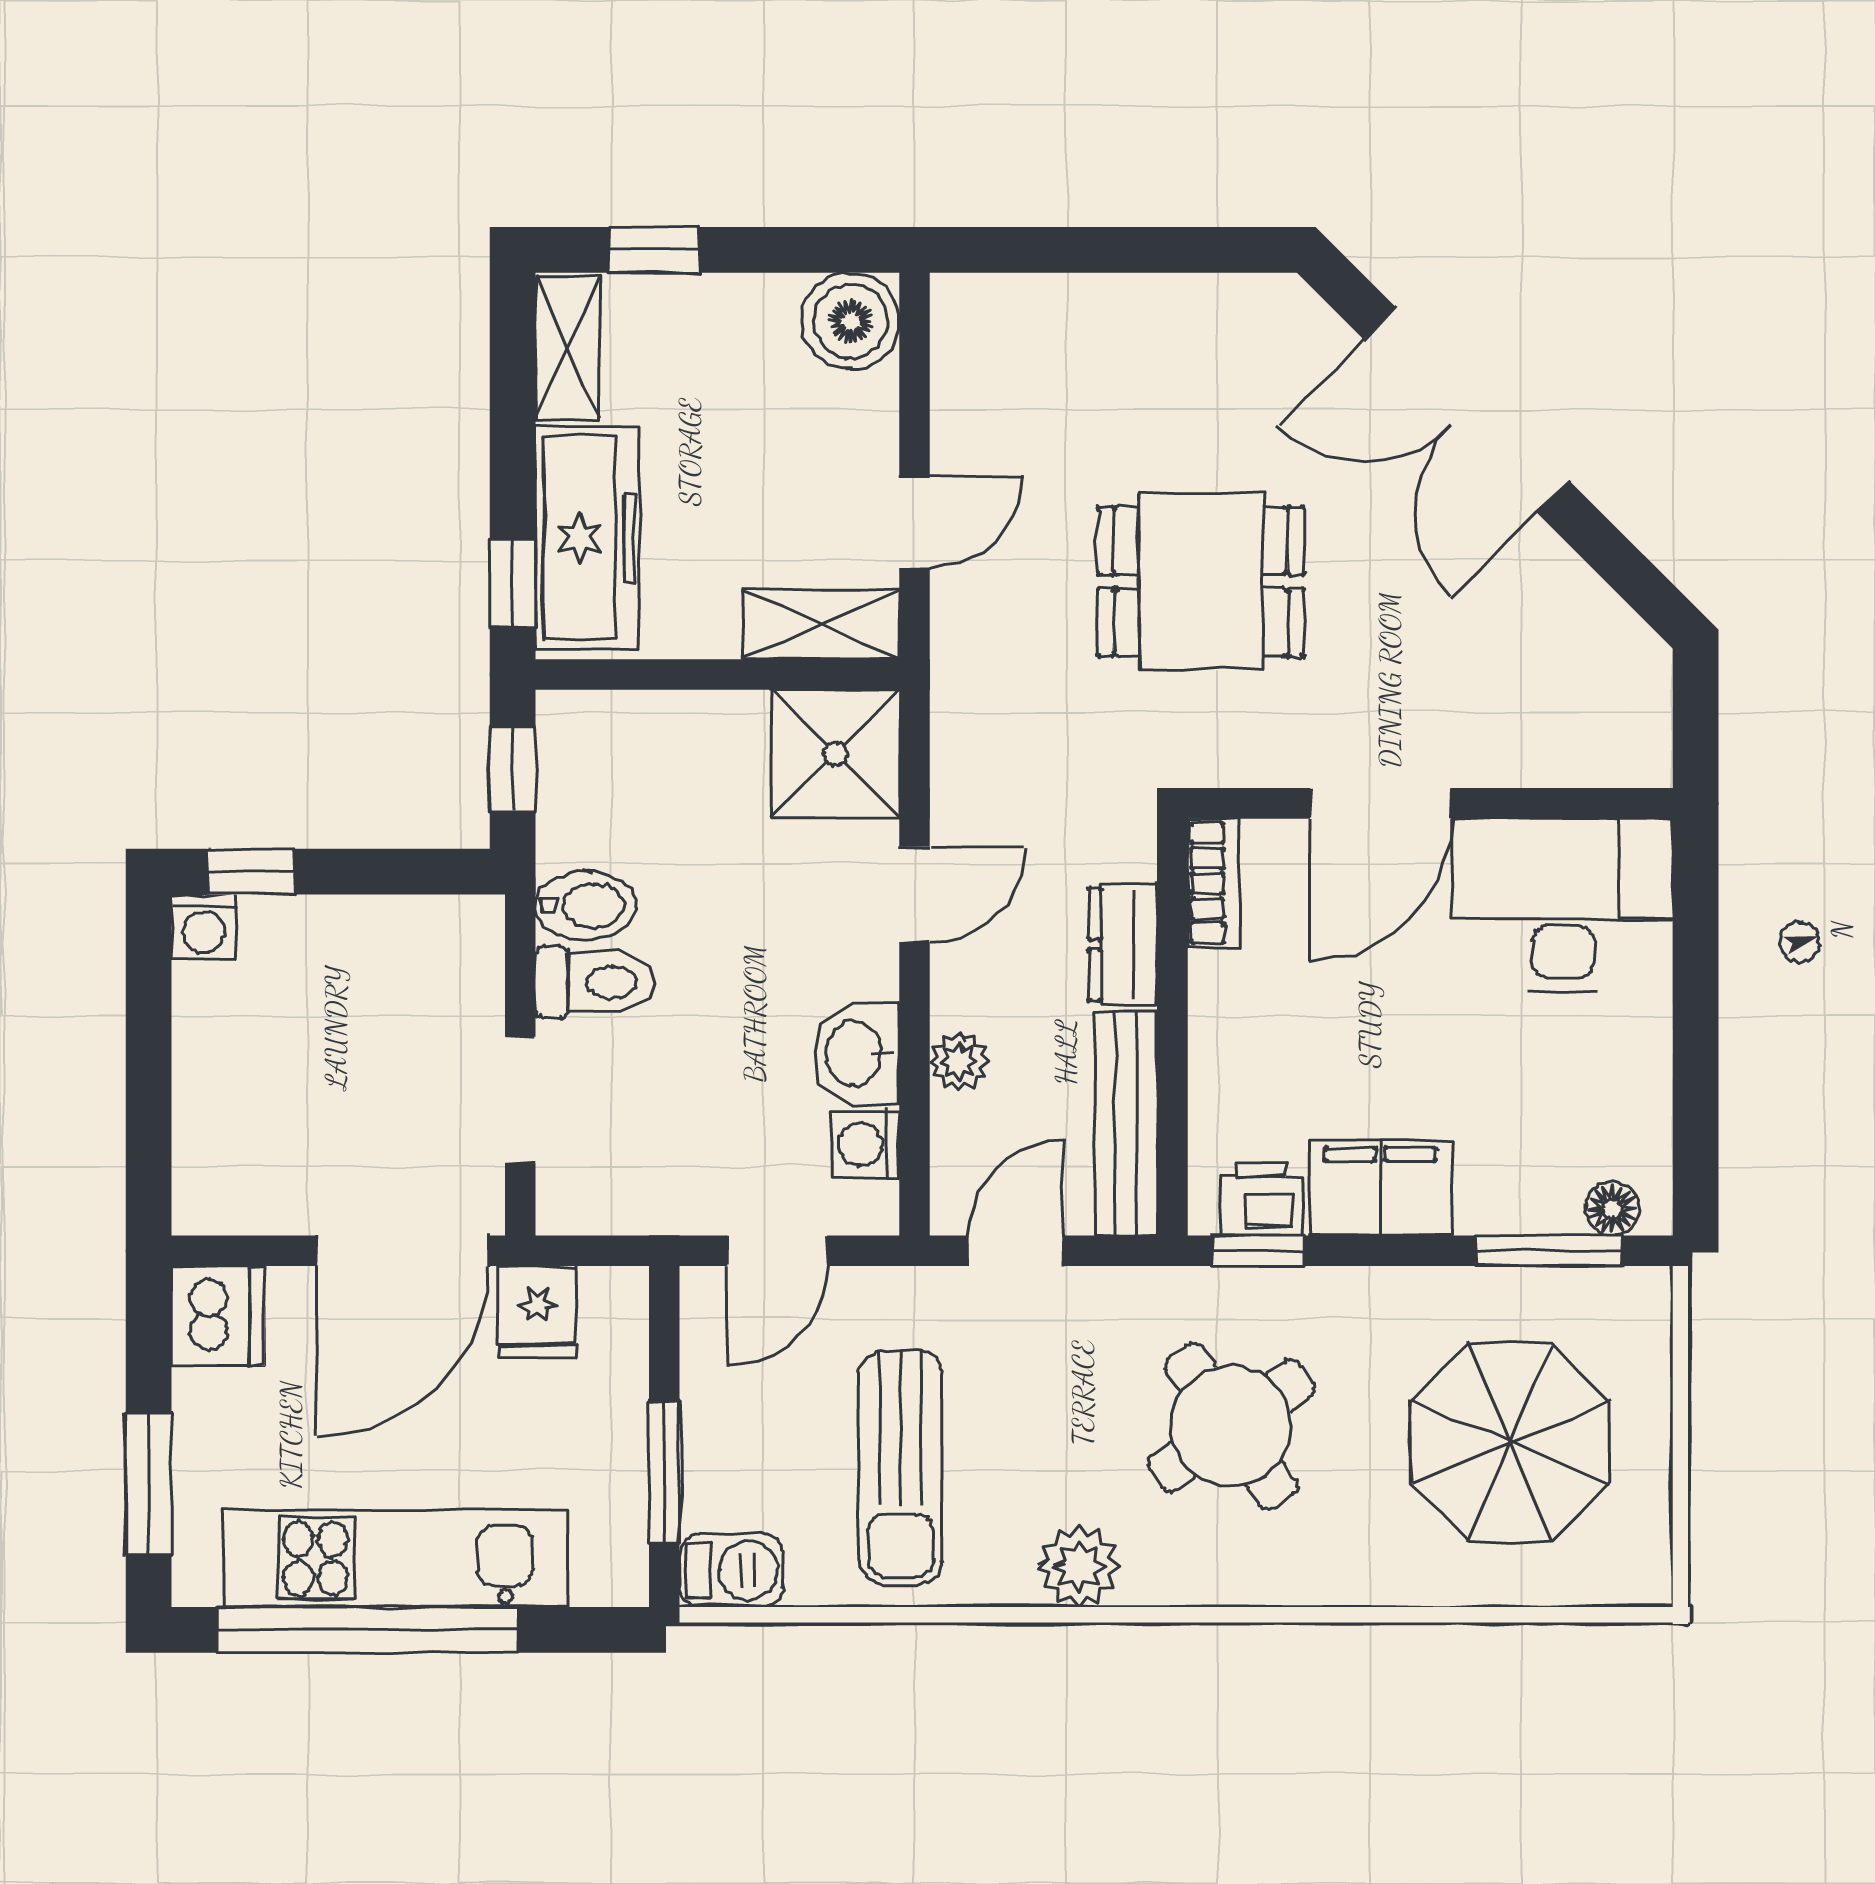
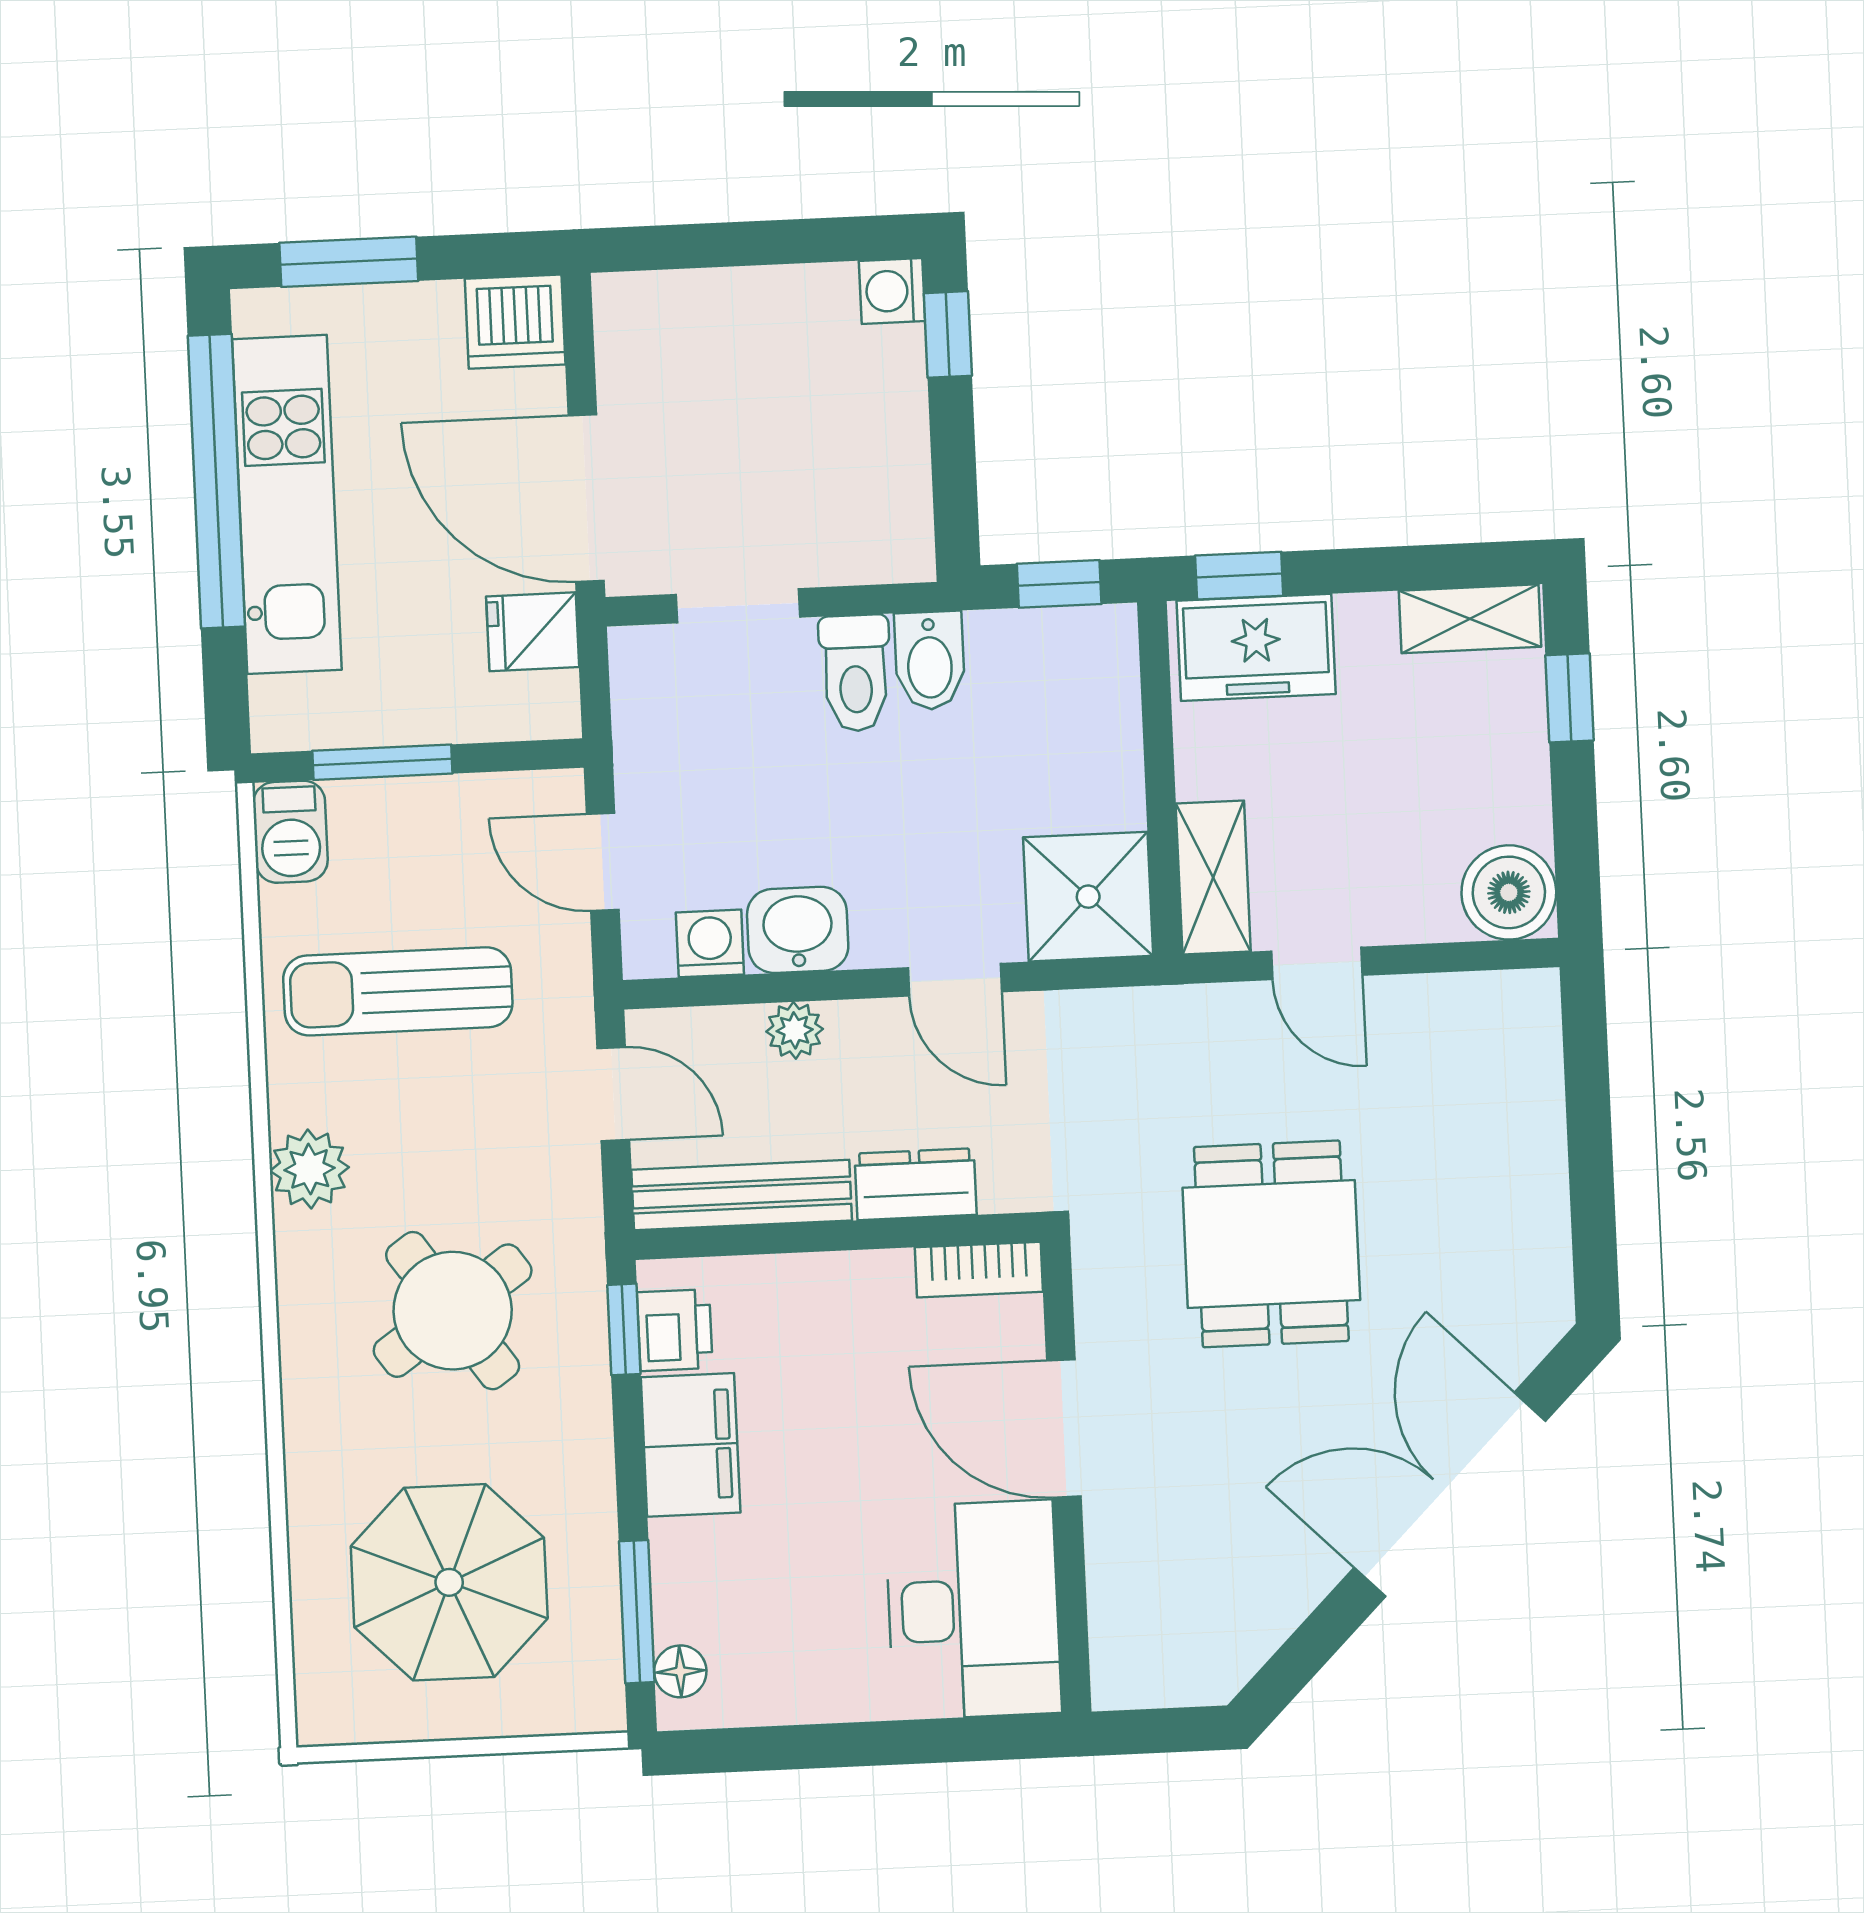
freezer: (587, 538) -> (1256, 647), width x0.71

